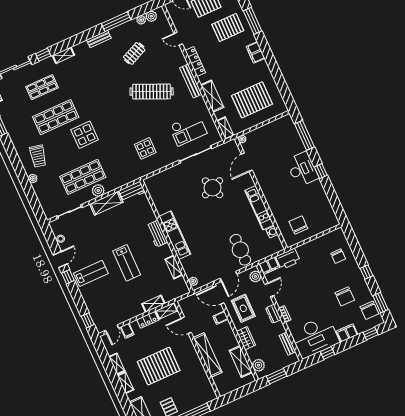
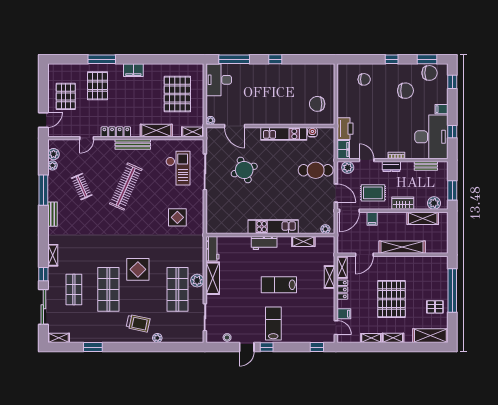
desk: (302, 169) -> (219, 80), moved, turned -90
door: (60, 260) -> (247, 347), swing flipped
lab bench: (127, 263) -> (279, 285), turned 180
filing cabinet: (347, 333) -> (441, 109), width x0.50

